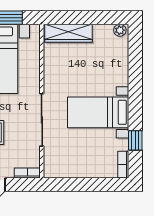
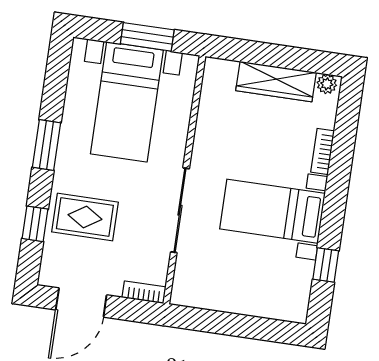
wardrobe: (68, 33) -> (276, 81), moved
bookcase: (123, 165) -> (323, 151), moved

